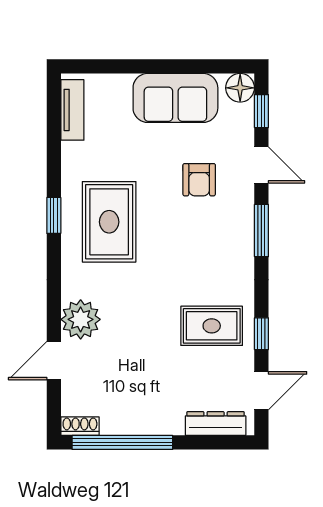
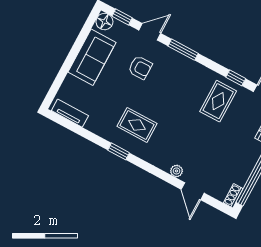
rug: (109, 222) -> (137, 125), width x0.73, depth x0.70
plant: (81, 319) -> (176, 171), width x0.53, depth x0.53

